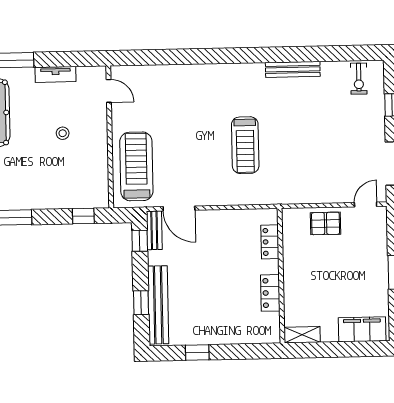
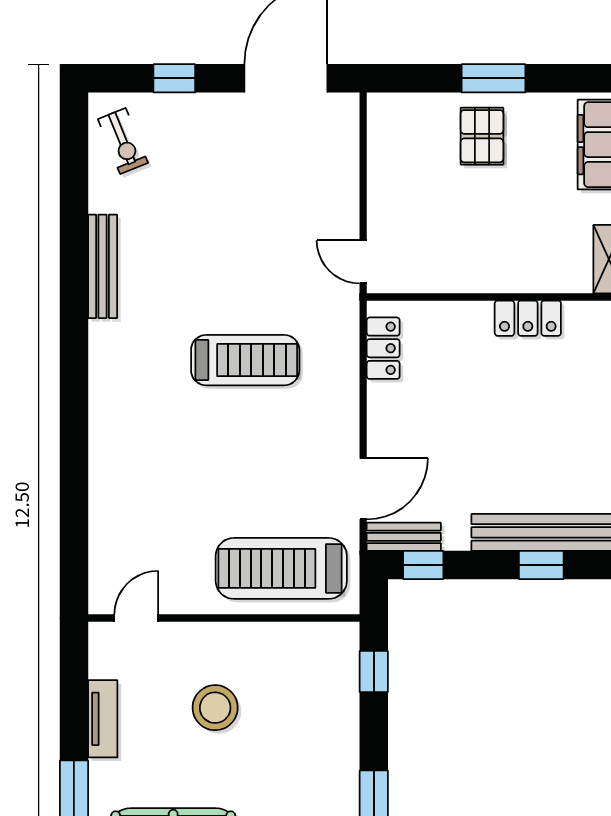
exercise bike: (359, 79) -> (123, 141), turned 68
stool: (63, 133) -> (215, 708), width x1.89, depth x1.89
door: (366, 205) -> (363, 262), moved
pallet: (326, 223) -> (482, 136), moved
locker: (270, 242) -> (383, 348), moved, turned -90

